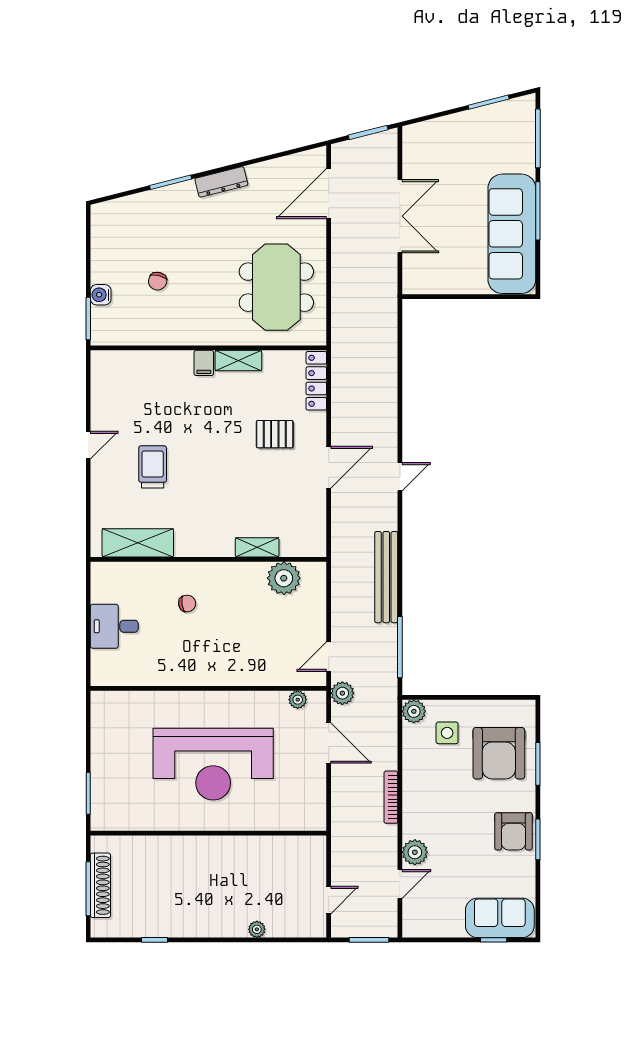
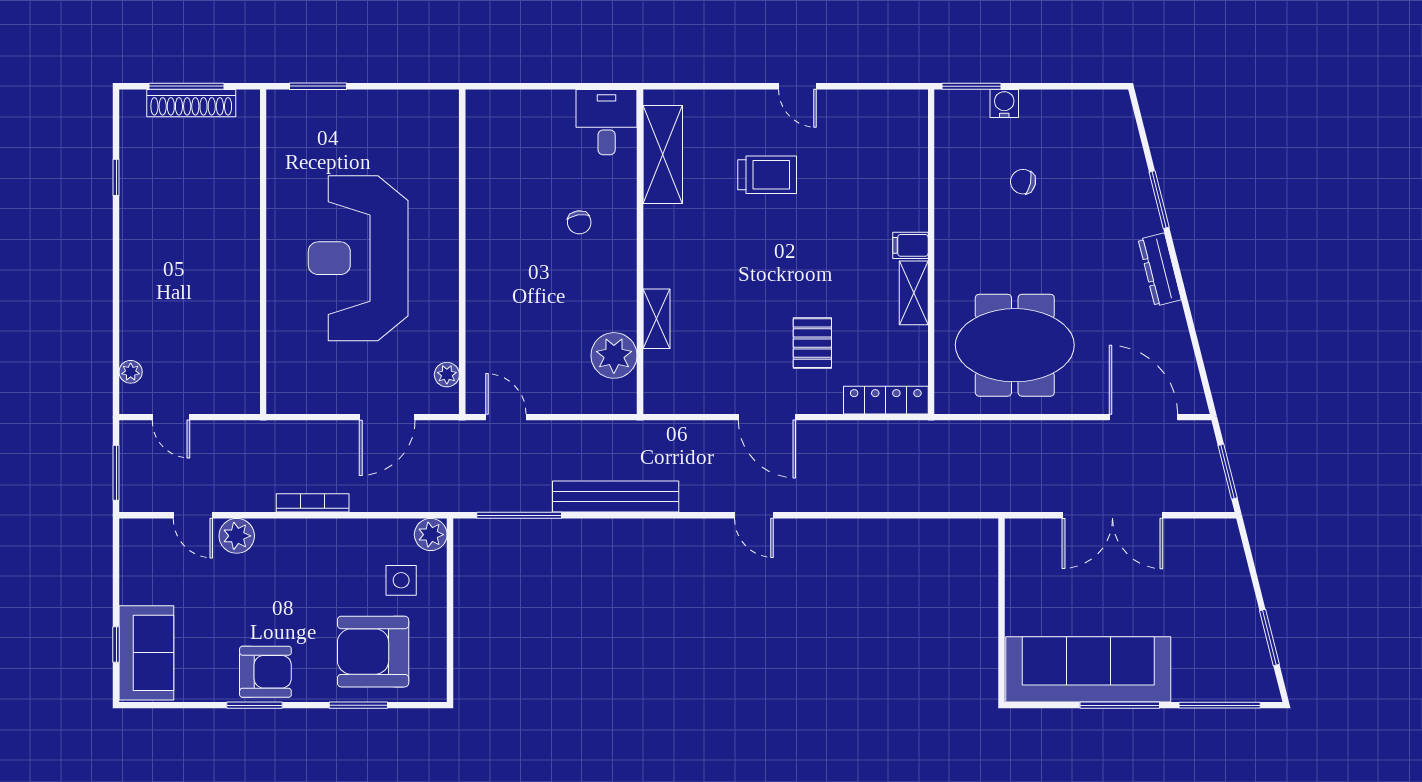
desk: (114, 626) -> (607, 122), moved
plant: (342, 693) -> (456, 436), removed
armchair: (514, 831) -> (265, 672), turned 180
plant: (257, 929) -> (131, 372), moved

